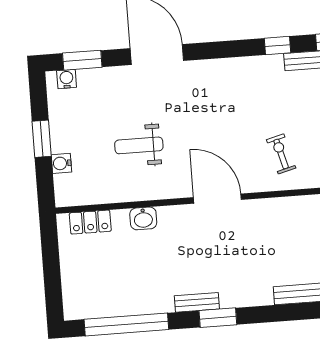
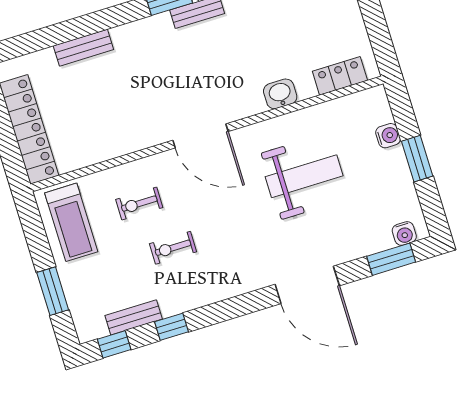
exercise bike: (261, 111) -> (173, 248), added
weight bench: (139, 145) -> (304, 176), width x1.36, depth x1.33
exercise bike: (281, 154) -> (139, 204), turned 105

